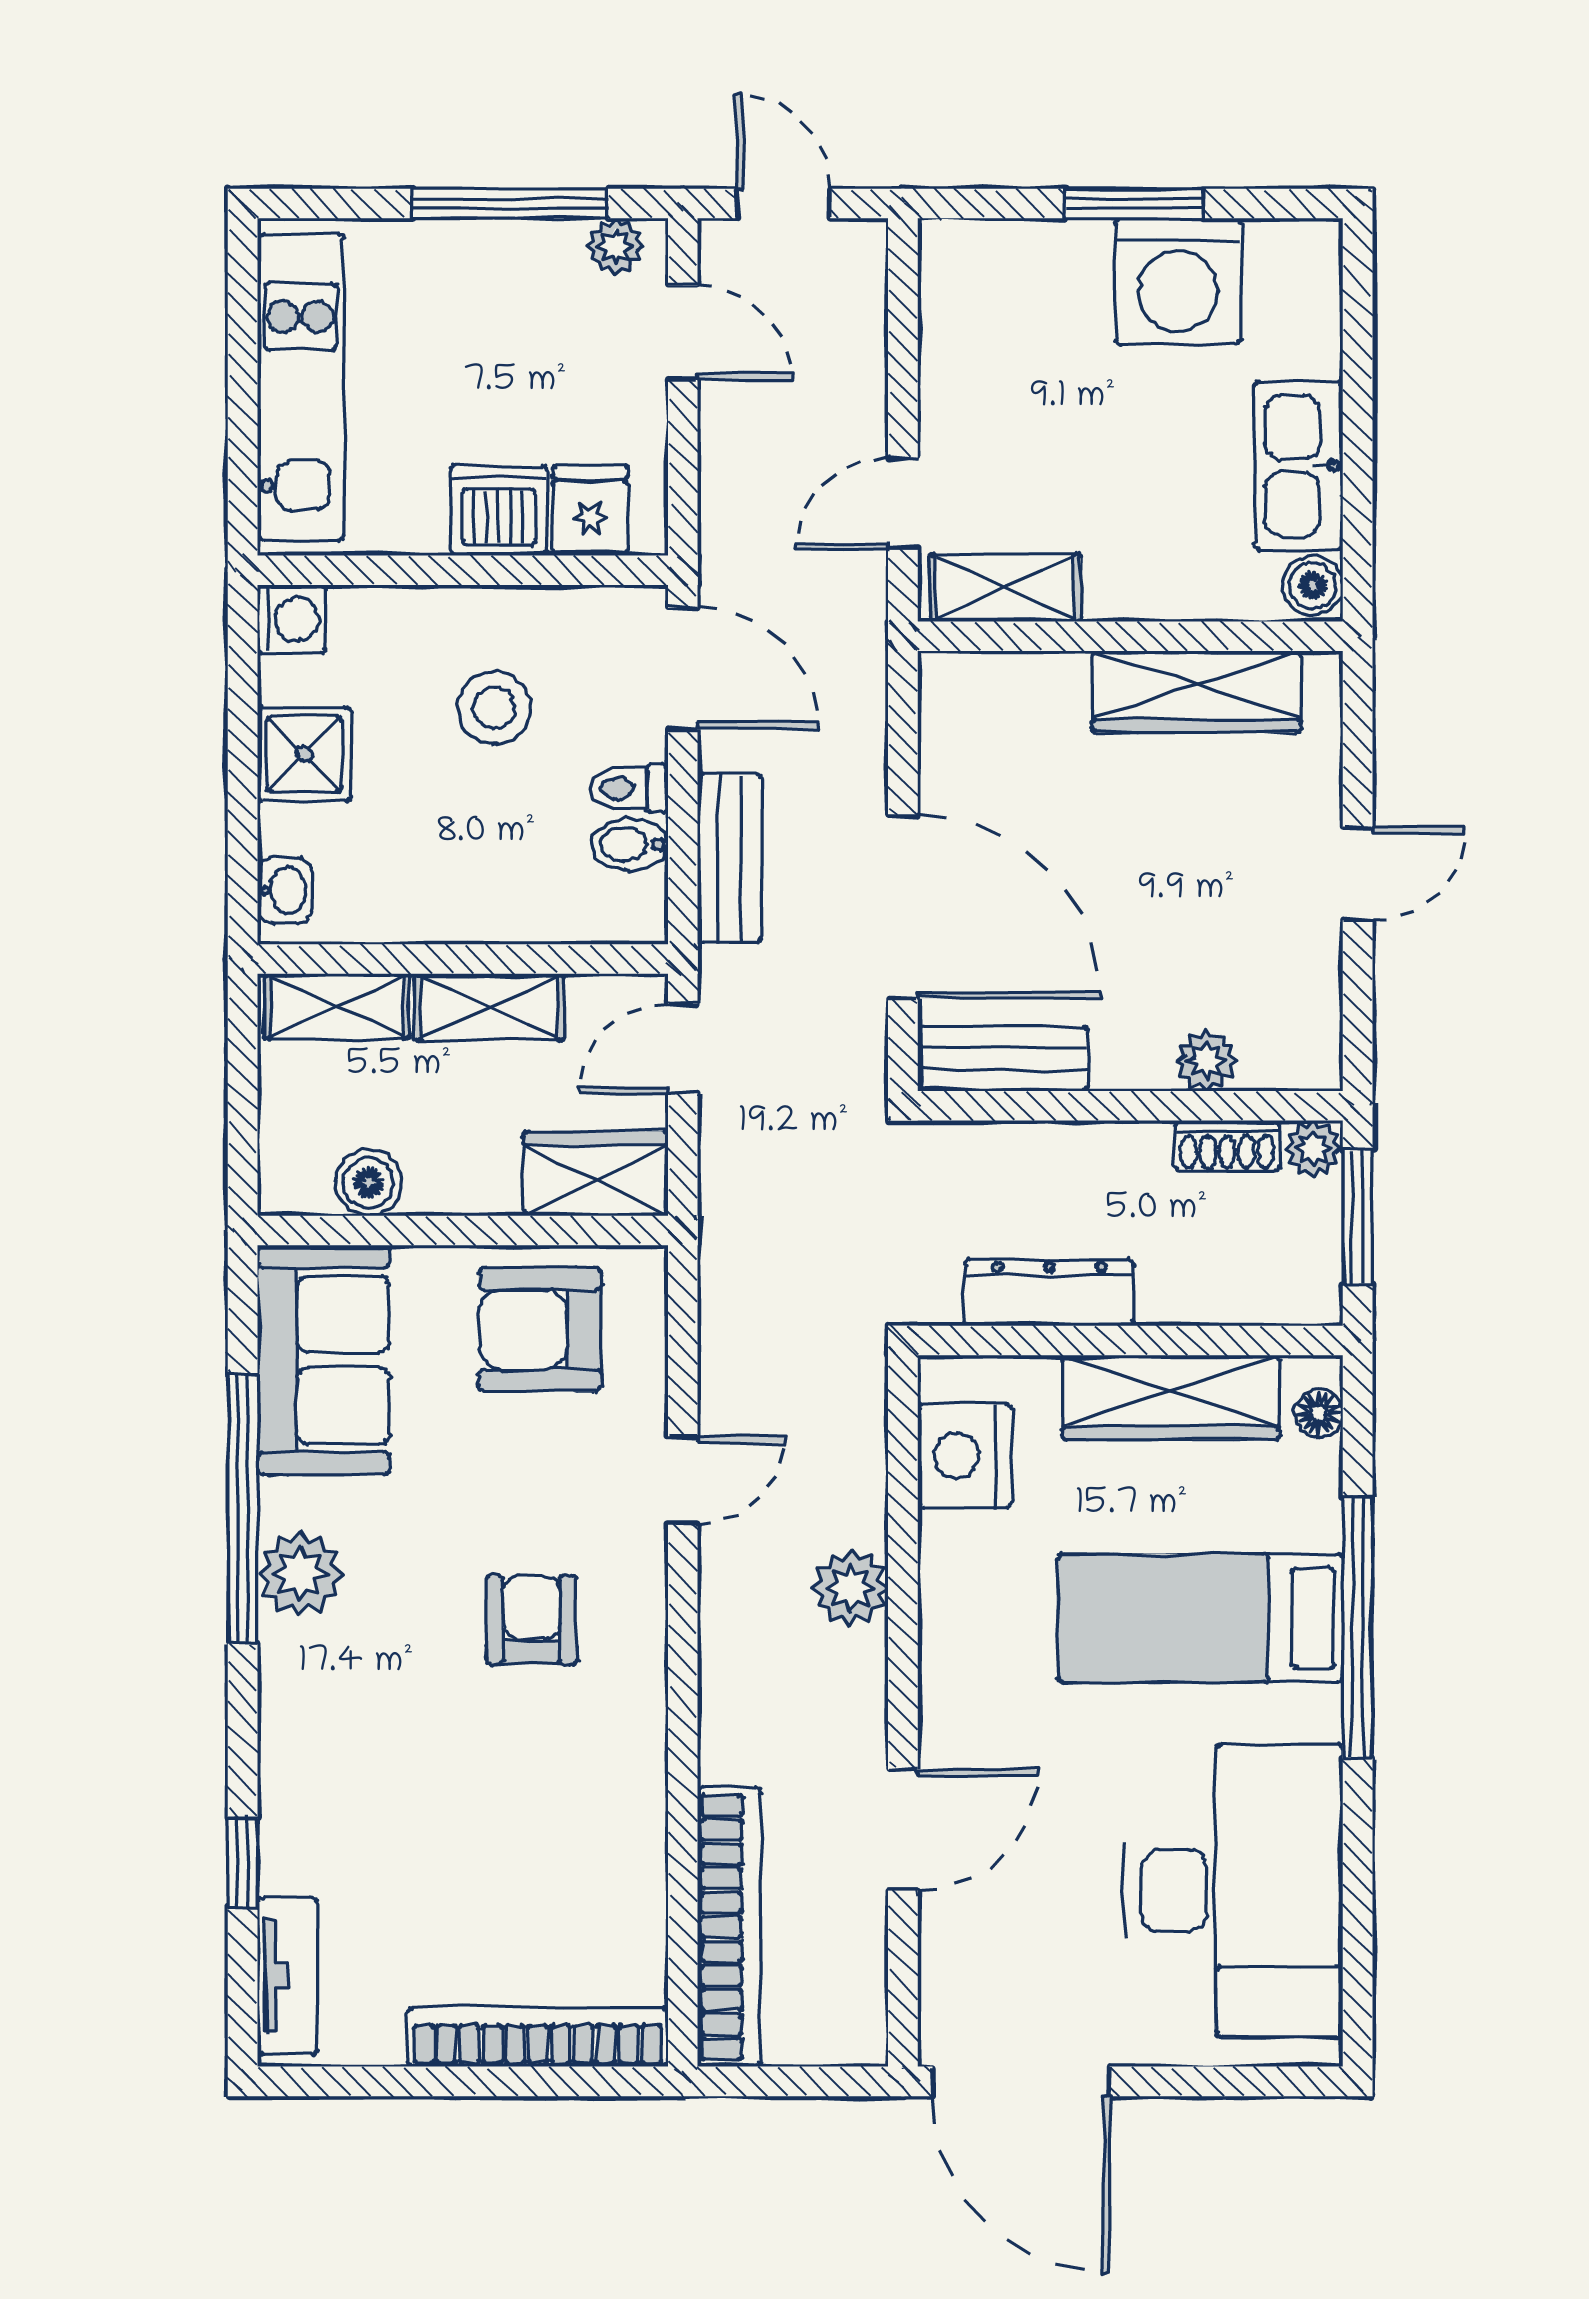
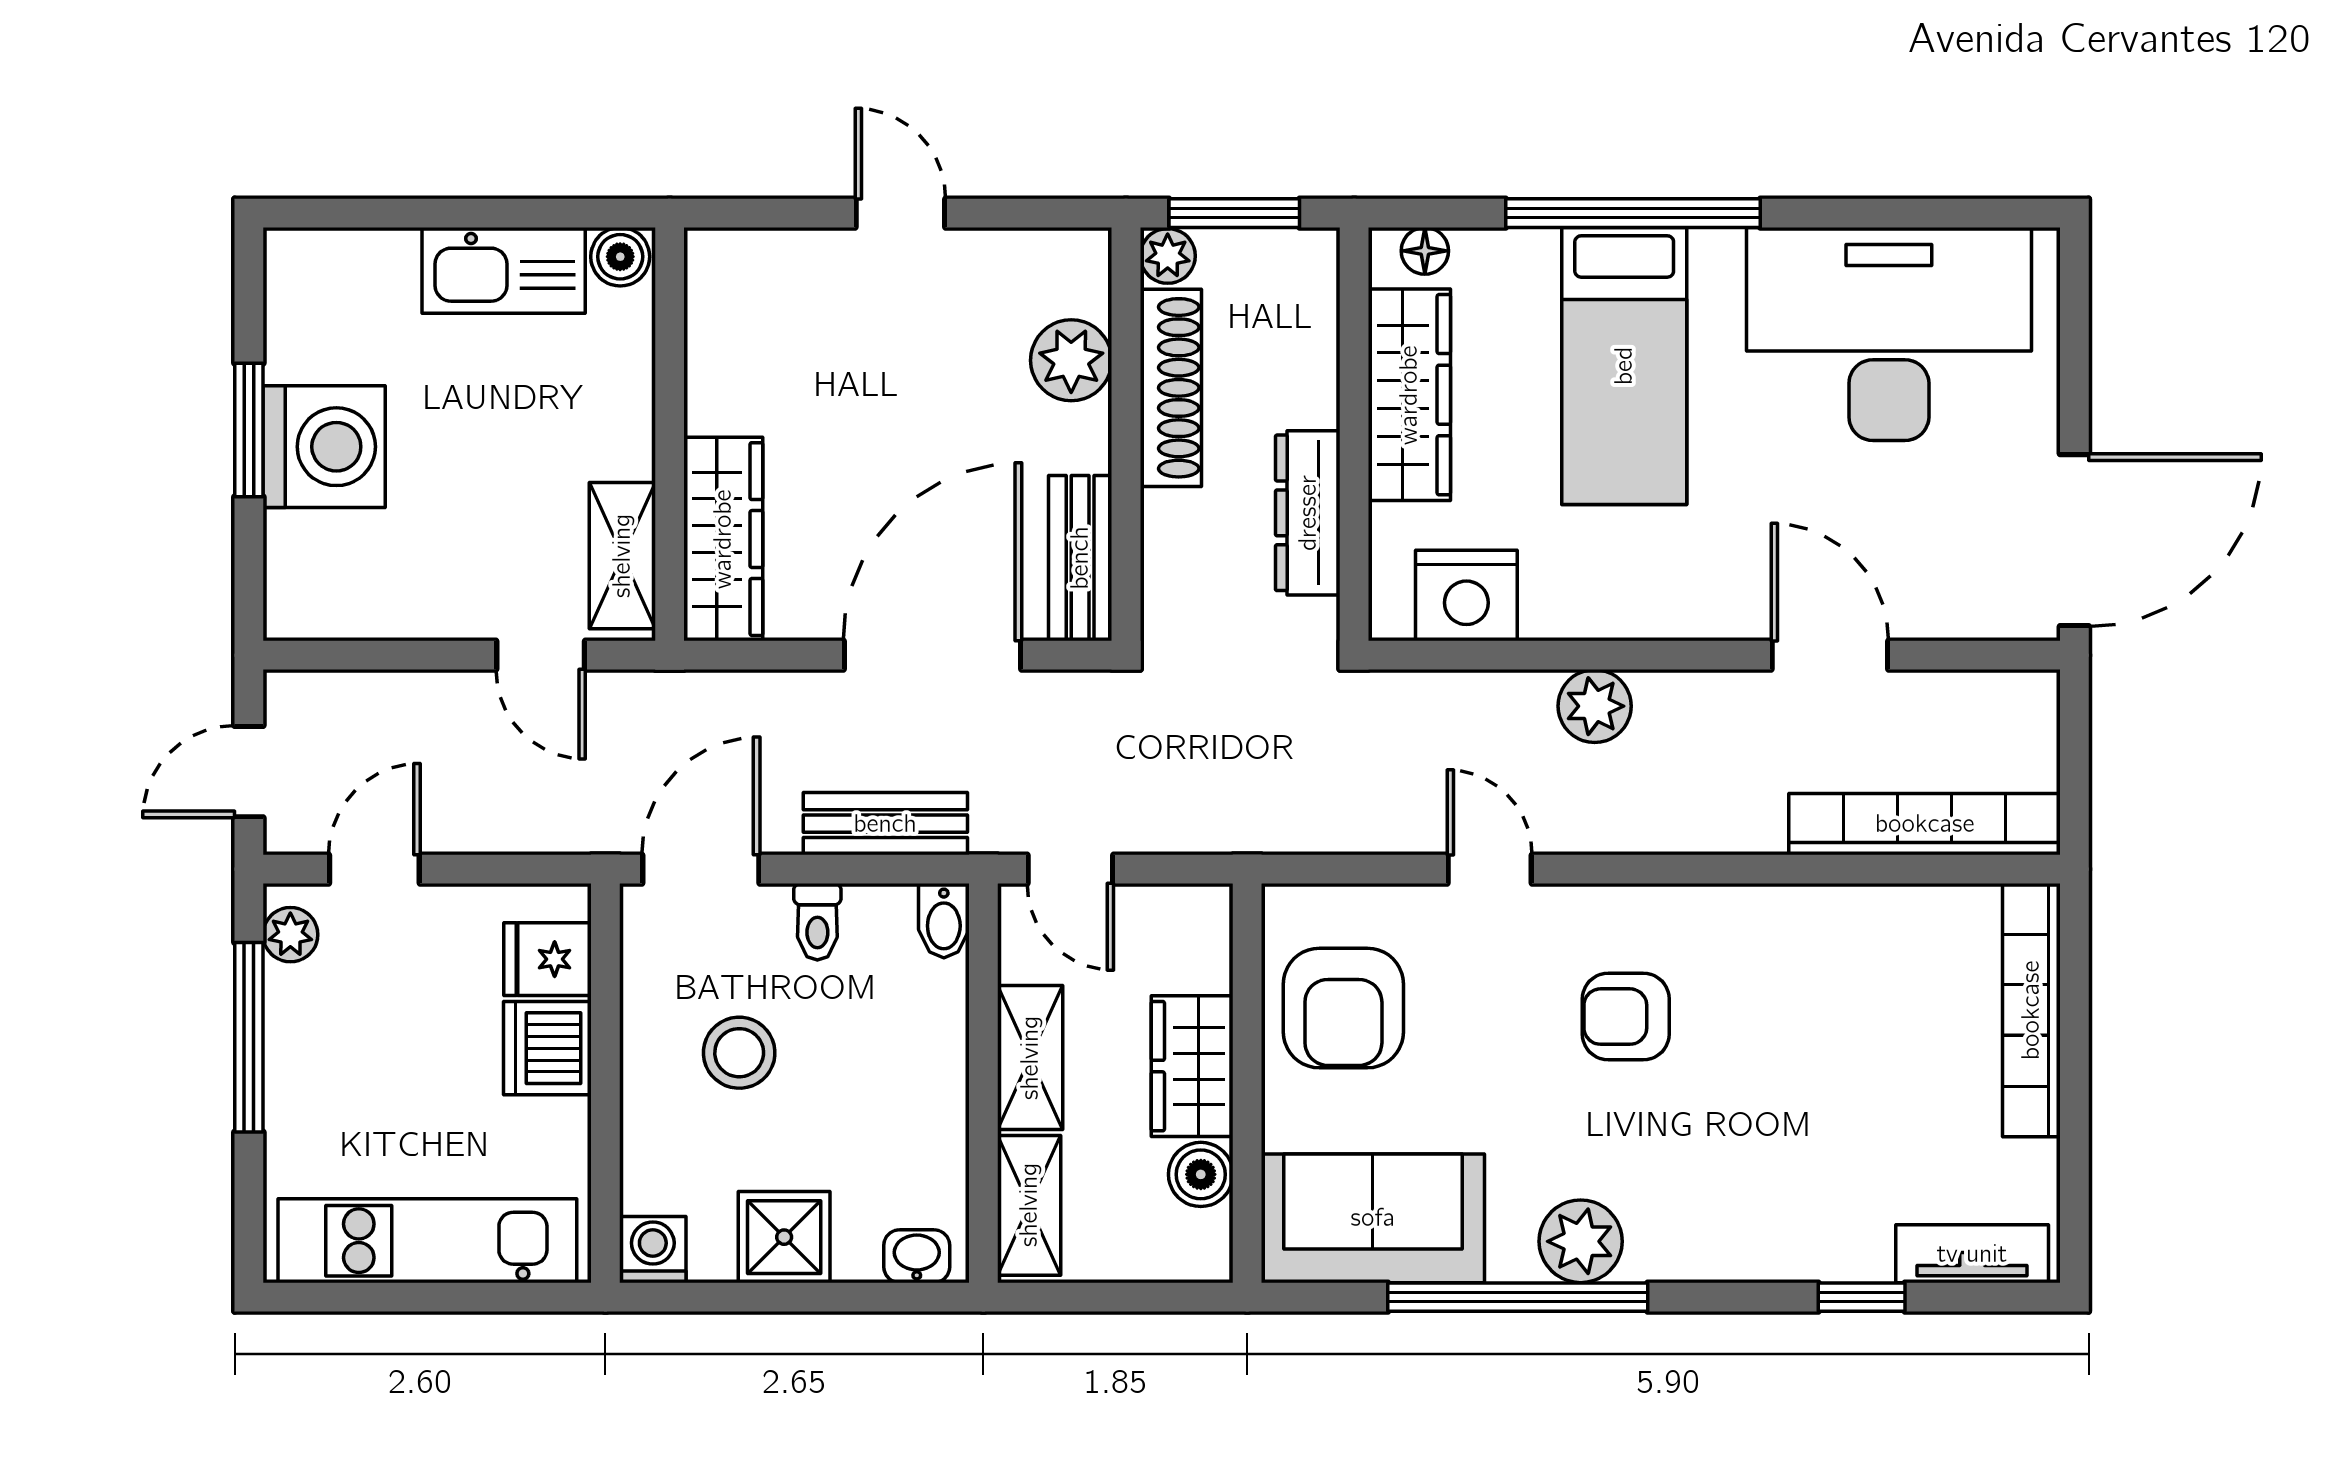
washing machine: (1178, 281) -> (324, 447), moved
wardrobe: (1196, 692) -> (723, 539), moved
bidet: (630, 844) -> (944, 921), moved
plant: (1206, 1061) -> (1071, 360), width x1.38, depth x1.38
shoe rack: (1227, 1146) -> (1171, 388), width x1.94, depth x1.24
wardrobe: (596, 1174) -> (1192, 1066), moved

